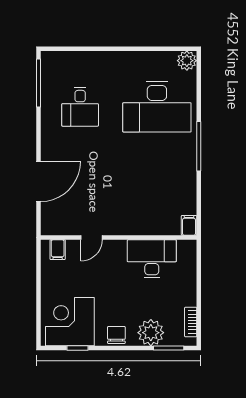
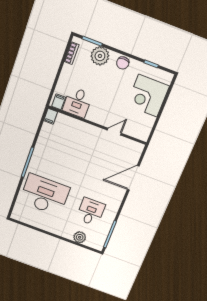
plant: (187, 61) -> (80, 237), moved
filing cabinet: (58, 250) -> (59, 102), moved
desk: (152, 259) -> (77, 102), width x0.73
corner desk: (70, 322) -> (148, 96), moved, turned 90

